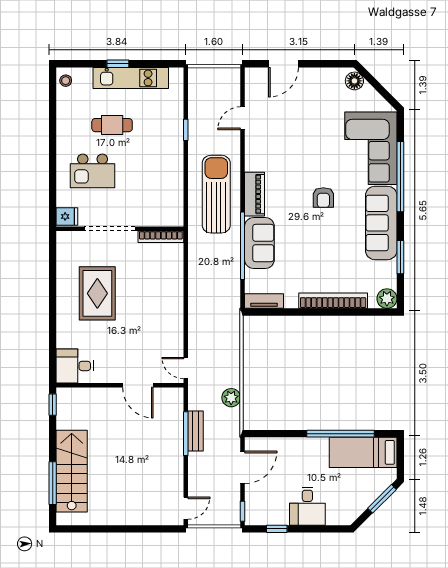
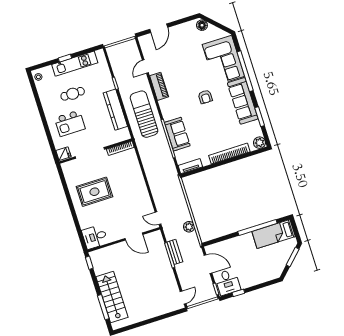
kitchen counter: (172, 172) -> (115, 110), added
piano: (254, 194) -> (159, 86), moved
rug: (97, 293) -> (94, 192), turned 90
door: (243, 467) -> (208, 264), hinge flipped
desk: (307, 506) -> (228, 282), moved

